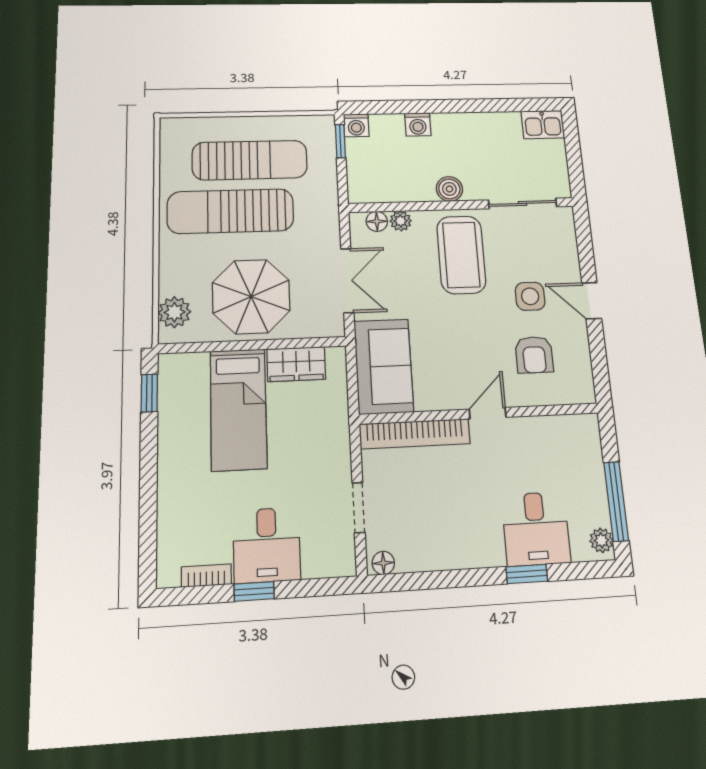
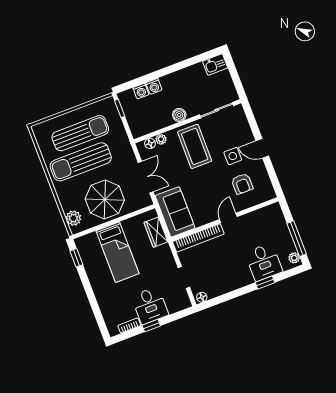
washing machine: (356, 125) -> (141, 91), moved
wardrobe: (296, 364) -> (156, 232), moved, turned 90

